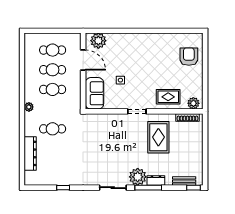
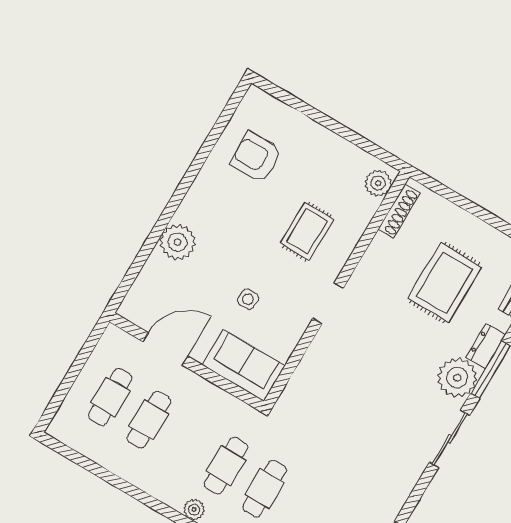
plant: (98, 41) -> (177, 242), moved
armchair: (189, 57) -> (256, 157), moved
cafe table: (53, 89) -> (226, 466), moved
rug: (168, 97) -> (307, 231), moved
rug: (158, 137) -> (445, 283), moved, turned 90

